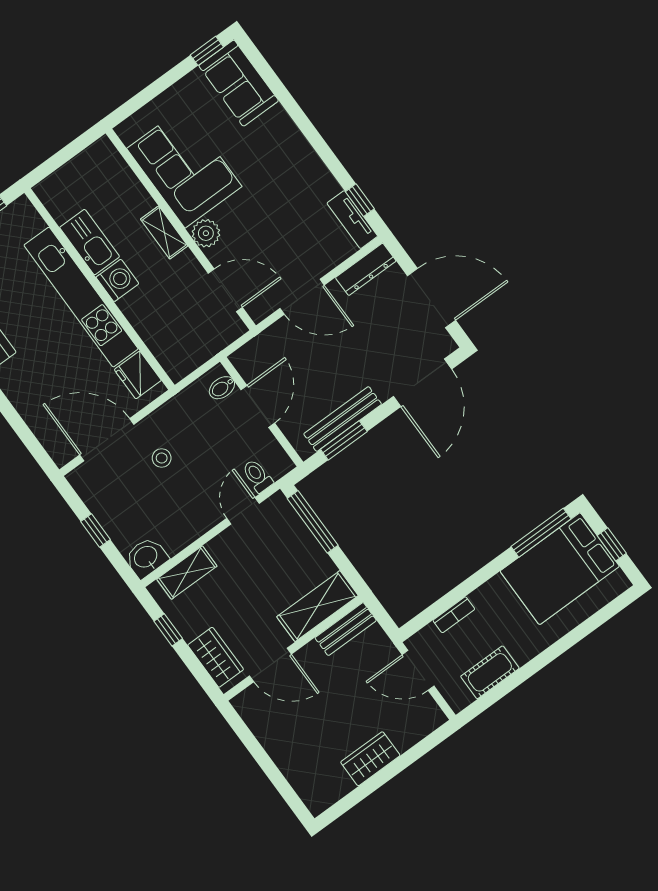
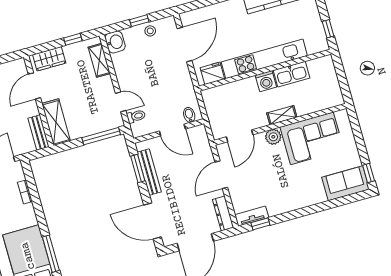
stool: (162, 458) -> (150, 31), moved

